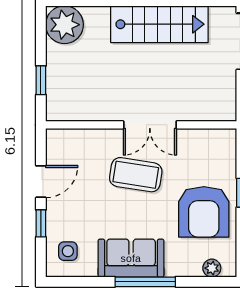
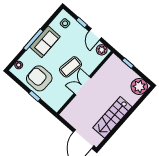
plant: (58, 146) -> (102, 50), added

